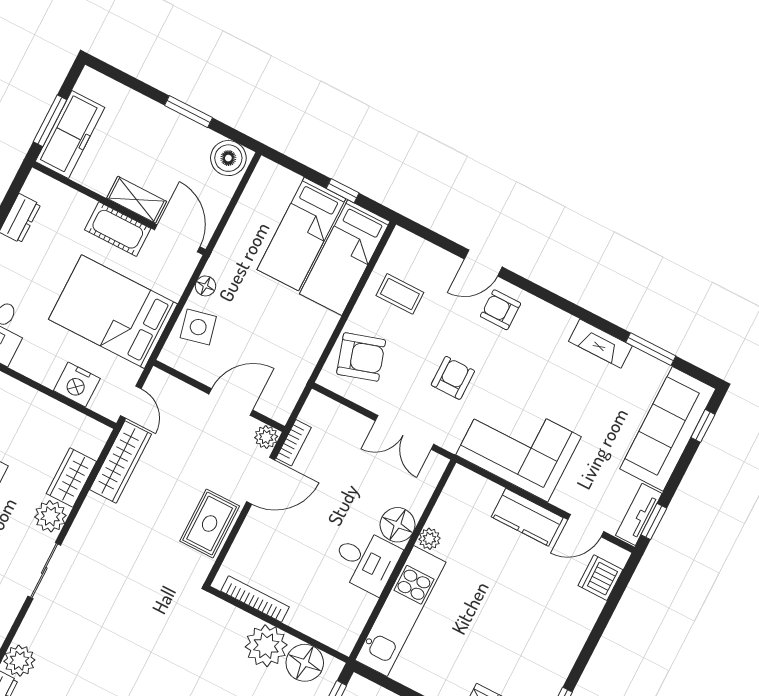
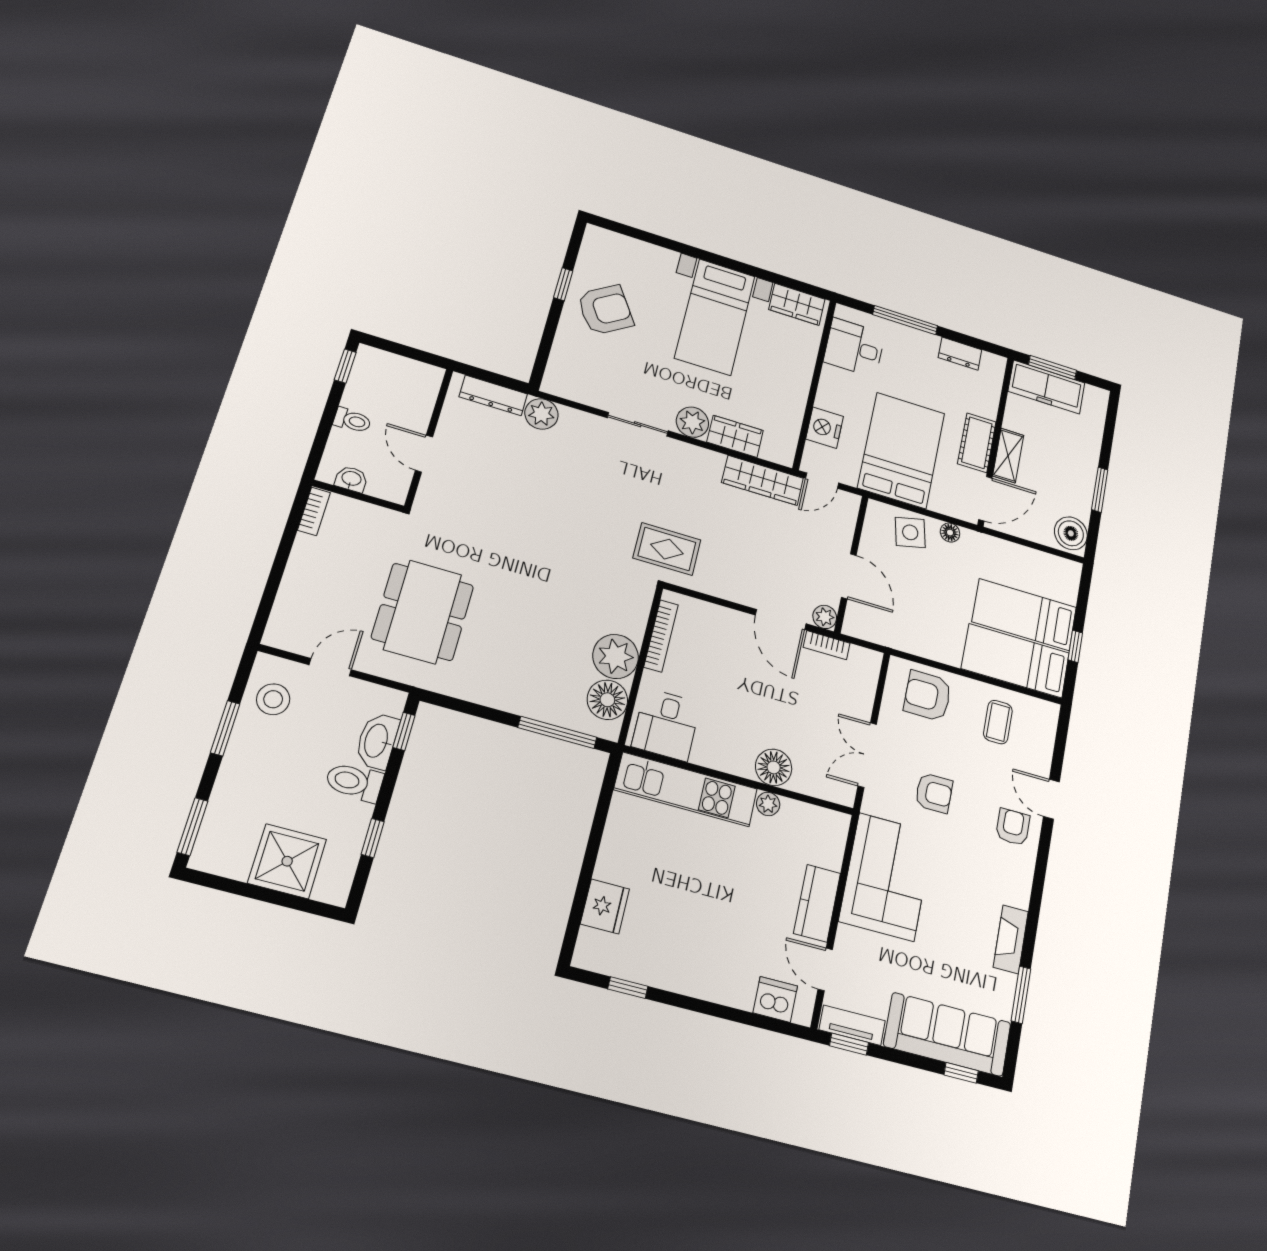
armchair: (361, 357) -> (928, 696), turned 107
rug: (210, 524) -> (667, 549), moved
desk: (366, 561) -> (666, 725), moved

